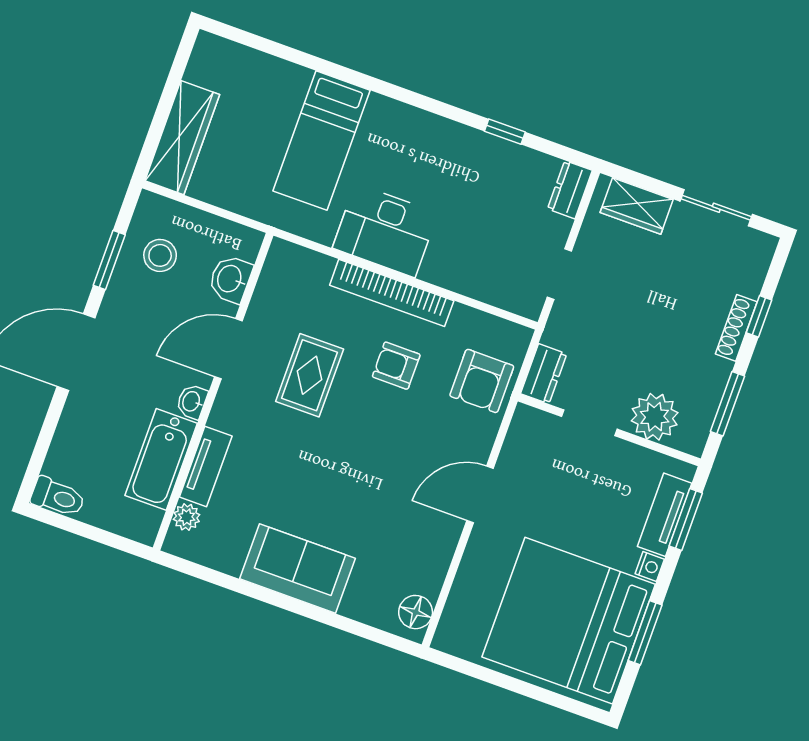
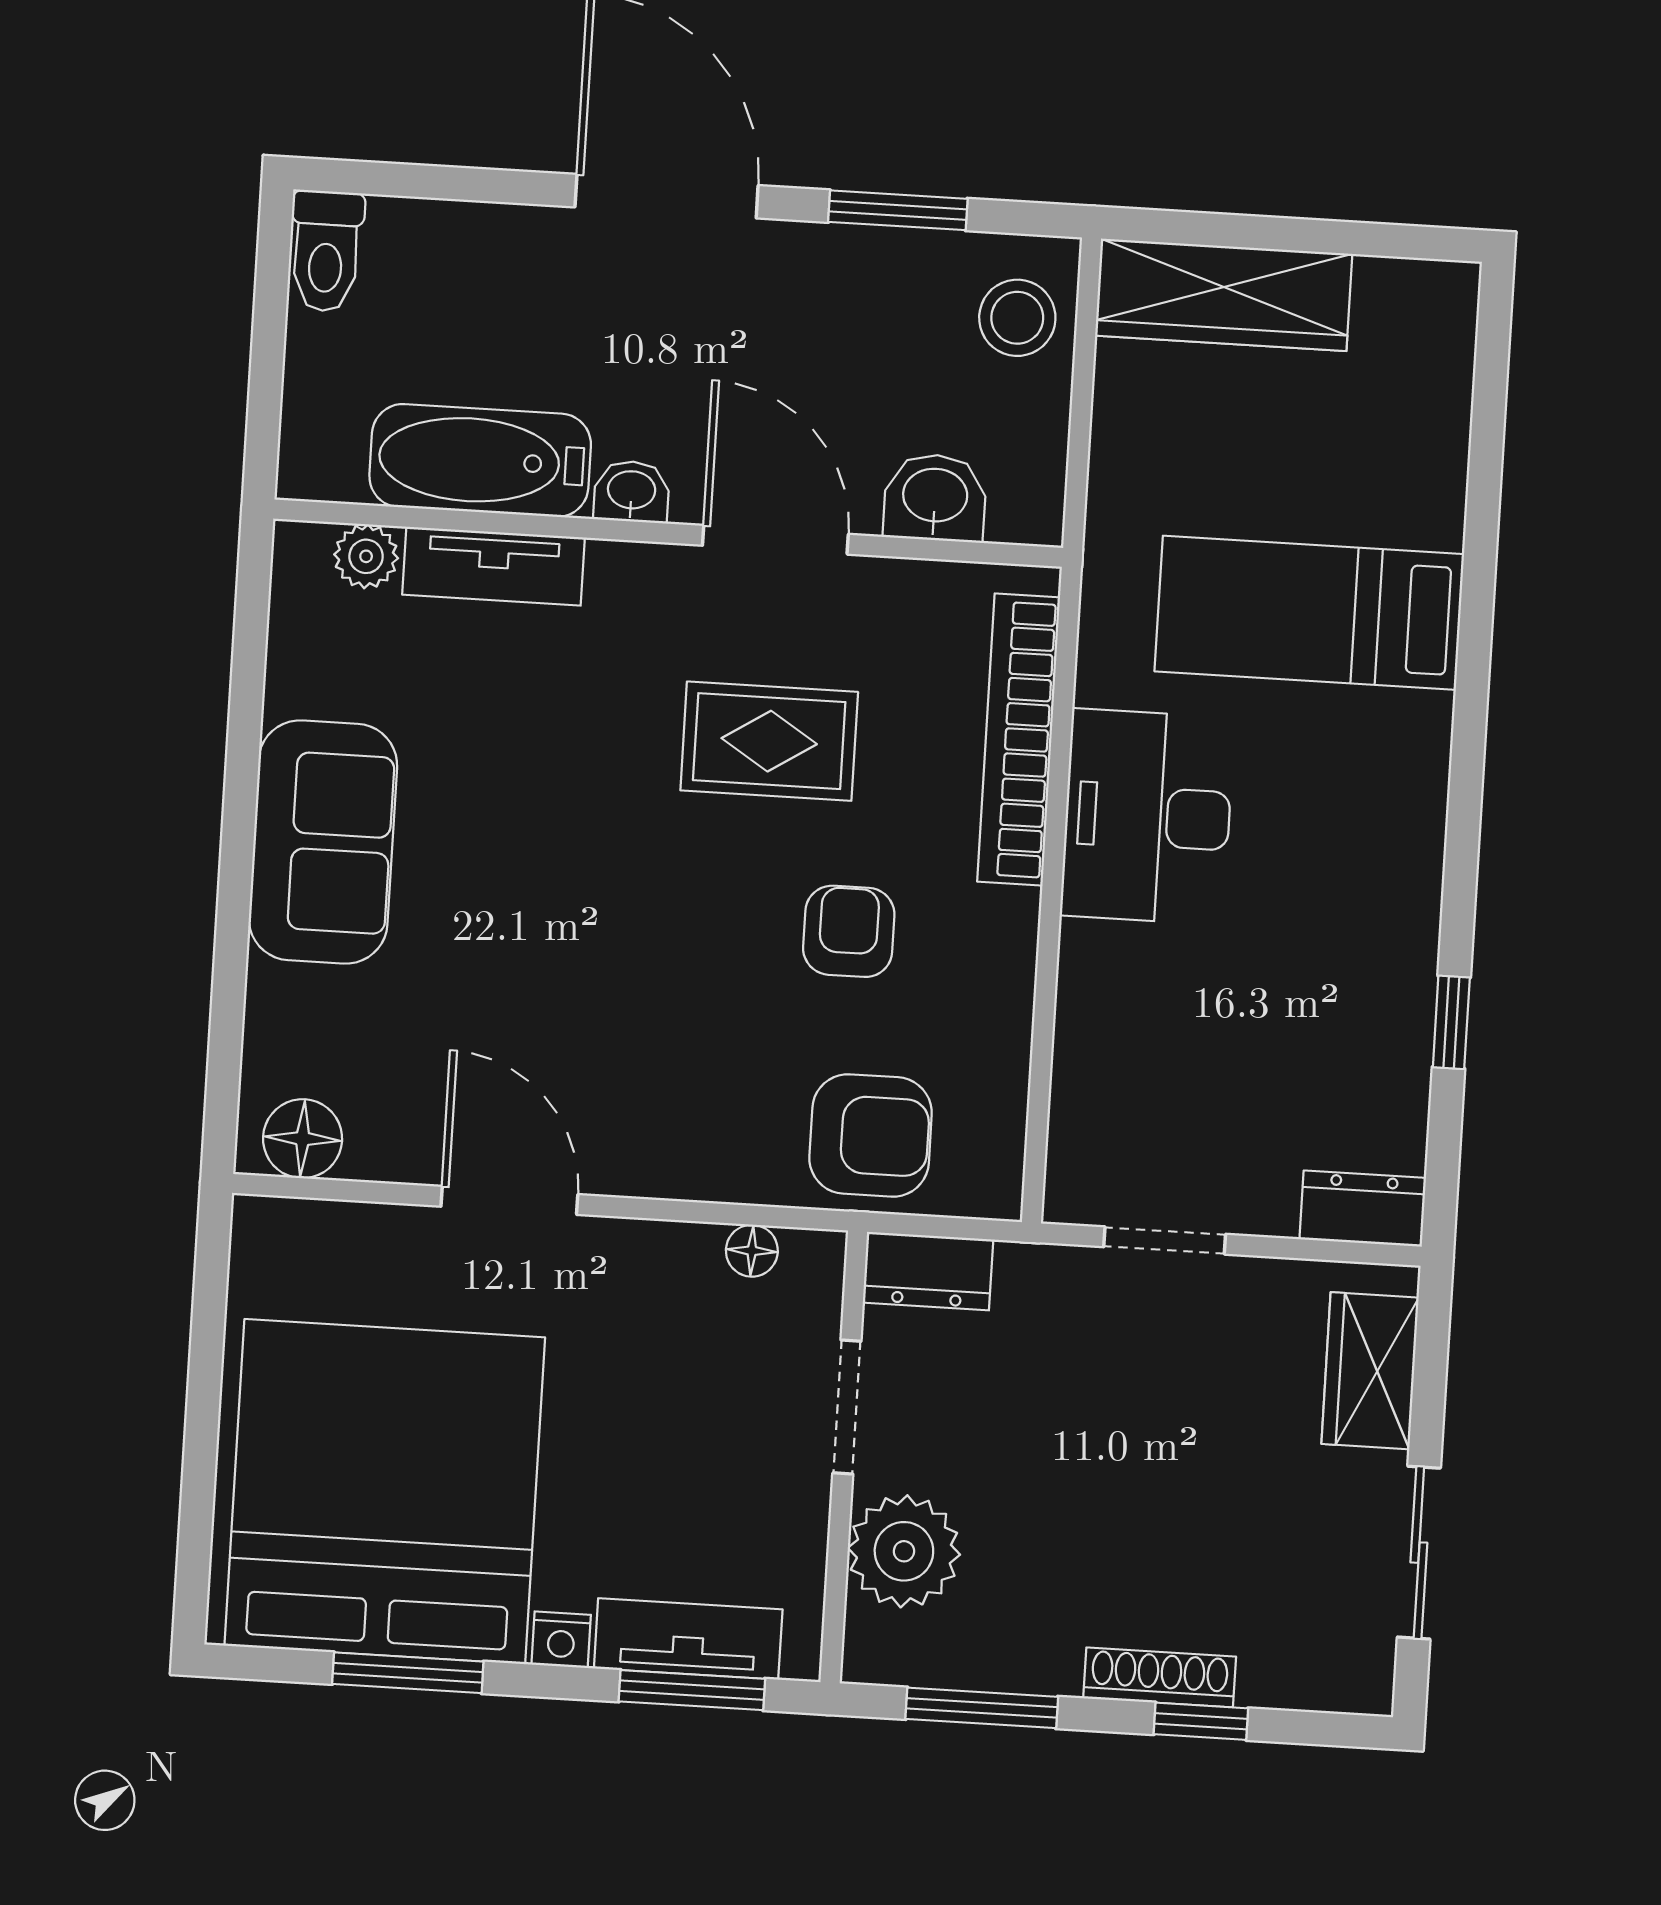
stool: (160, 255) -> (1017, 318), moved
bookcase: (392, 293) -> (1019, 739), moved
armchair: (482, 381) -> (871, 1135), turned 180
floor lamp: (514, 443) -> (752, 1251), added
door: (480, 494) -> (509, 1200), moved

